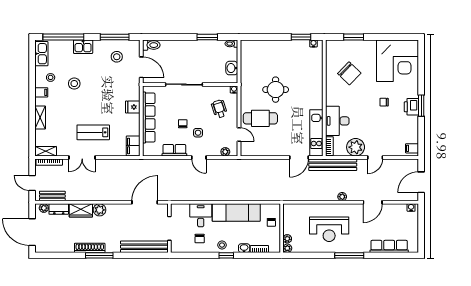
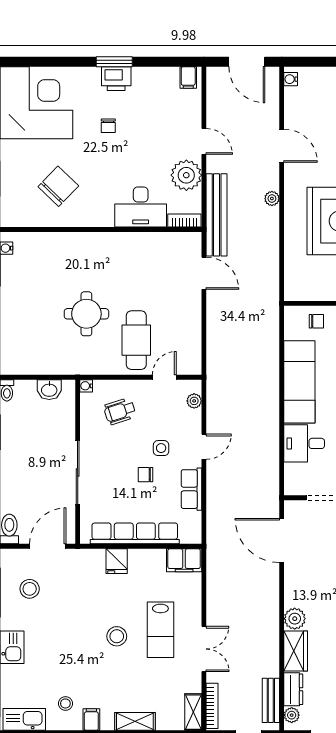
stool: (74, 84) -> (117, 636), moved
kitchen unit: (316, 133) -> (161, 243), removed

